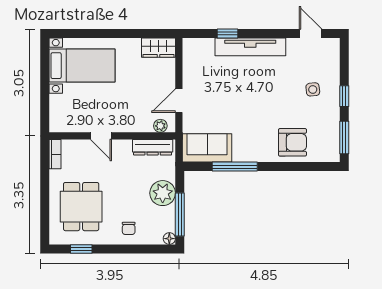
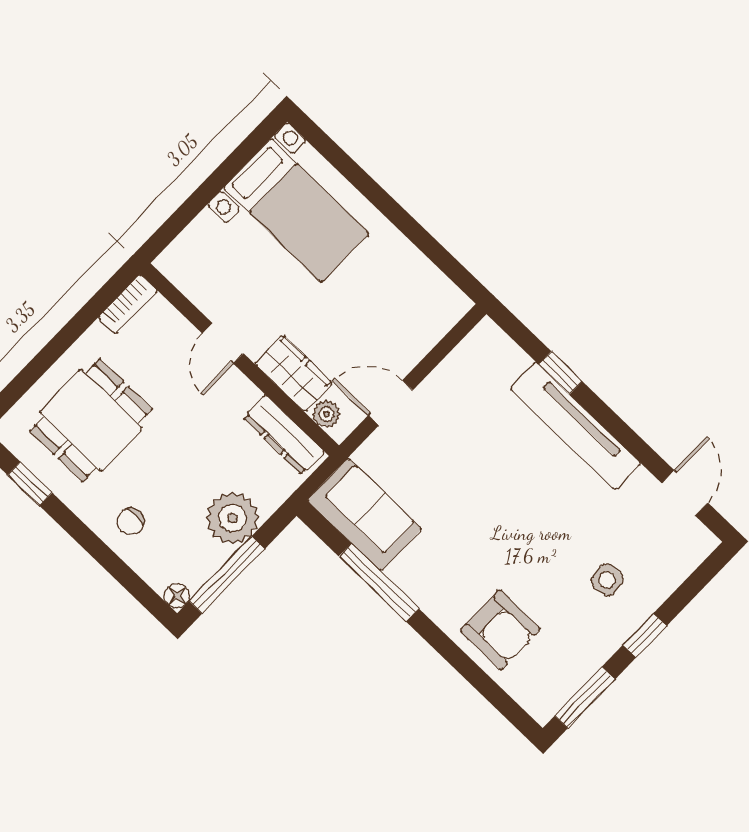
wardrobe: (158, 48) -> (294, 373), moved, turned 180

